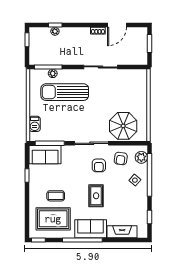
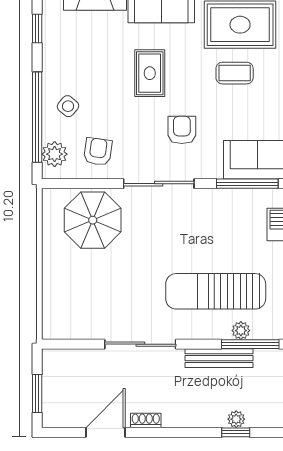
bench: (63, 60) -> (219, 358), added
sun lounger: (65, 92) -> (216, 291), turned 180
armchair: (99, 165) -> (182, 130), moved

